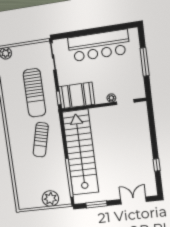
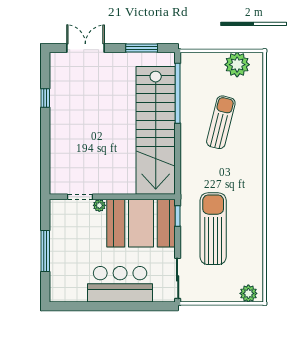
bar counter: (99, 46) -> (120, 284), width x0.73
booth: (77, 95) -> (141, 223), width x1.36, depth x1.42
sun lounger: (41, 140) -> (221, 122), moved
plant: (50, 199) -> (237, 65), moved
double door: (133, 201) -> (85, 48), swing flipped

